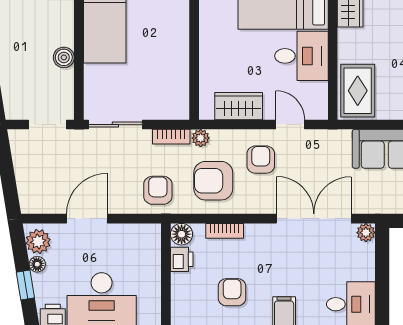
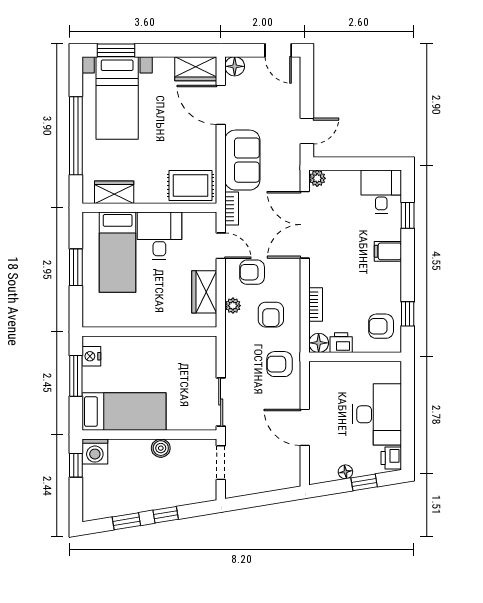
door: (290, 125) -> (221, 246), swing flipped
bookcase: (171, 137) -> (232, 209), moved
plant: (201, 138) -> (233, 306), moved
armchair: (213, 181) -> (271, 315), width x0.72, depth x0.72
plant: (38, 241) -> (325, 471), removed
armchair: (232, 292) -> (381, 326), moved

